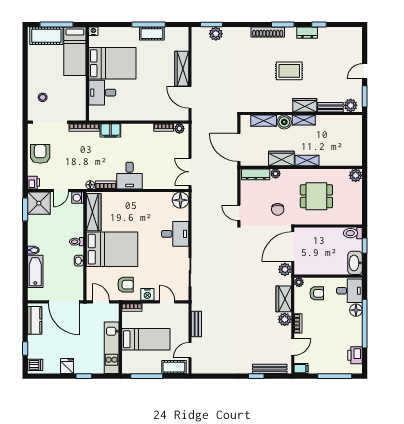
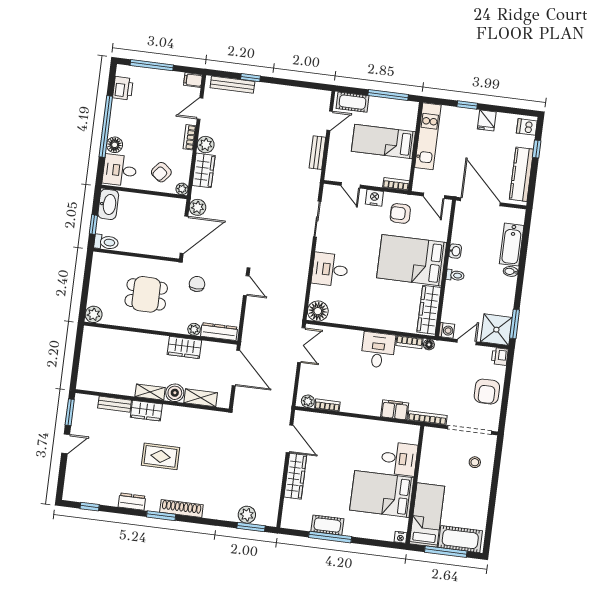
window: (319, 24) -> (90, 507), moved
plant: (351, 105) -> (89, 403), removed
shelving: (307, 160) -> (152, 341), removed
armchair: (317, 293) -> (161, 172), turned -51
kitchen counter: (35, 320) -> (521, 174), width x1.50

